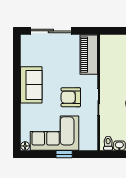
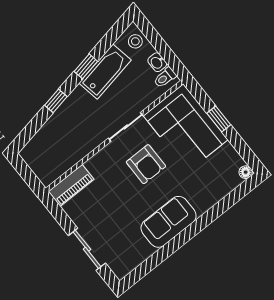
sliding door: (51, 31) -> (87, 249), width x0.73
piano: (89, 55) -> (71, 185), width x0.73, depth x0.75
corner sofa: (55, 133) -> (186, 128), moved

